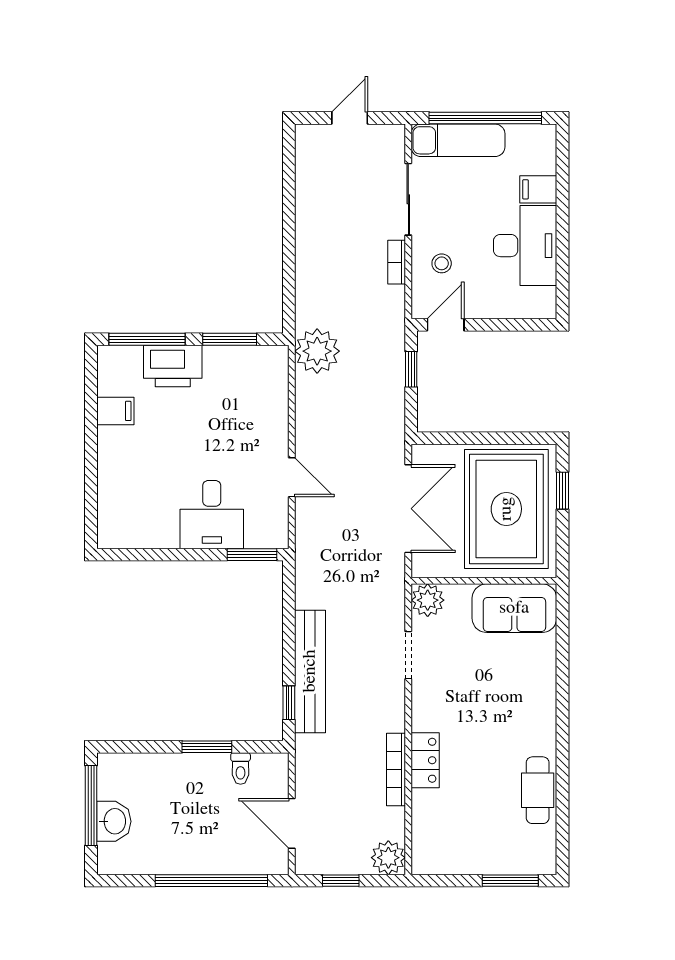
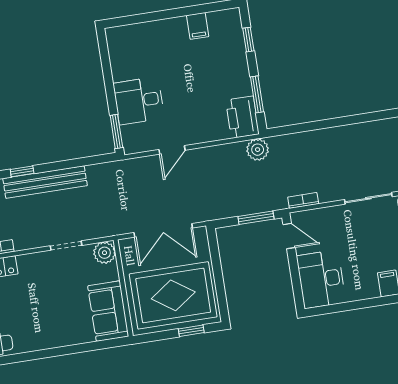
desk: (525, 246) -> (321, 279), moved, turned 90
bookcase: (397, 262) -> (303, 200), moved
stool: (442, 263) -> (329, 227), removed
window: (147, 339) -> (248, 40), width x0.46
plant: (317, 351) -> (258, 150), width x0.73, depth x0.73
printer: (173, 366) -> (242, 117), moved
window: (411, 369) -> (256, 218), width x1.50

